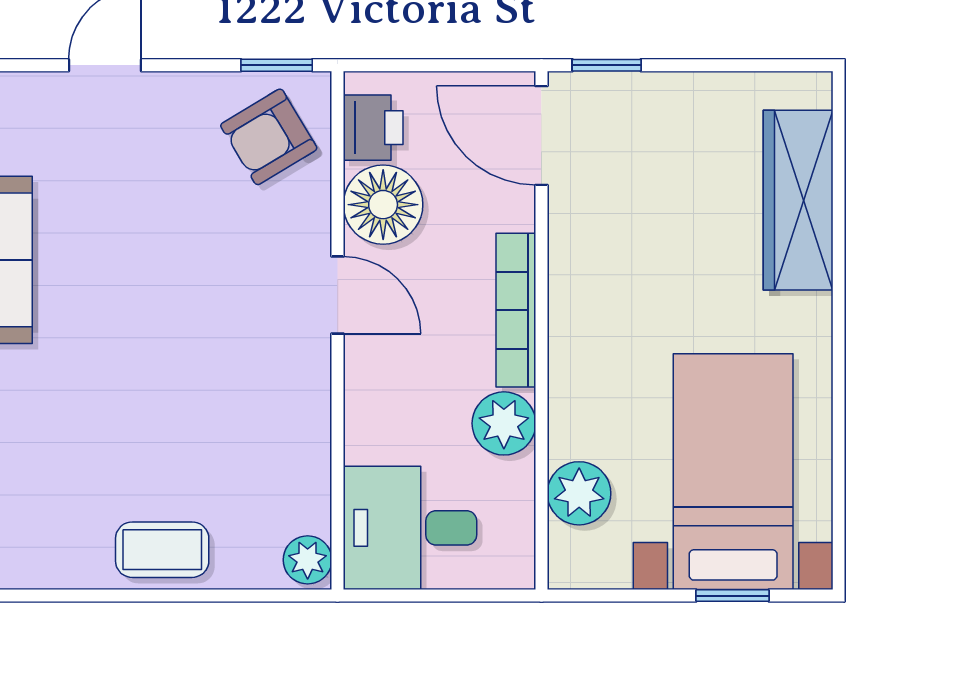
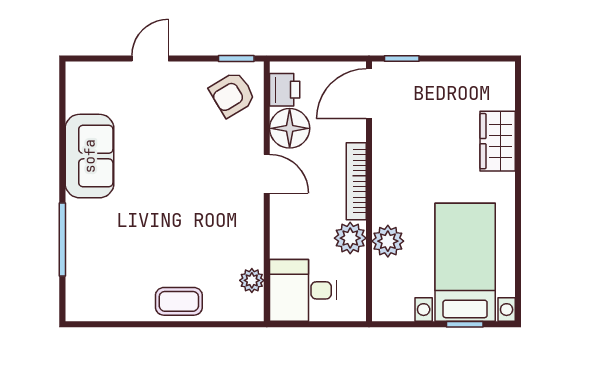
door: (541, 136) -> (369, 94), hinge flipped
wardrobe: (798, 200) -> (498, 141), width x0.67
plant: (579, 493) -> (388, 241), moved
plant: (308, 560) -> (252, 280), moved

